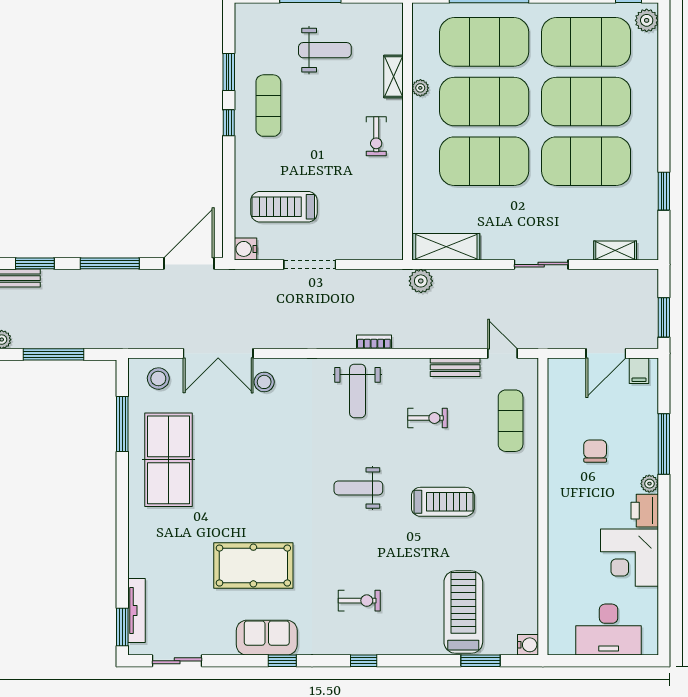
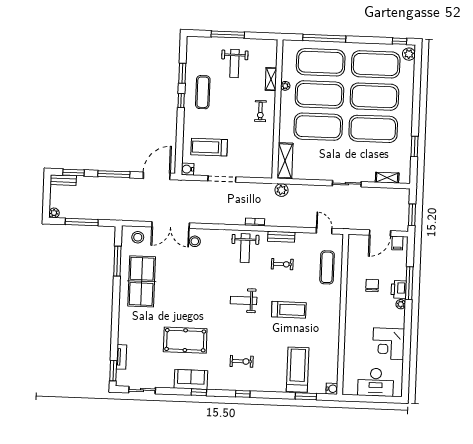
weight bench: (325, 50) -> (235, 63), turned 90
shelving: (446, 247) -> (285, 161), moved, turned 90
bench: (455, 367) -> (281, 237), moved
printer: (645, 511) -> (399, 289), moved
tv unit: (136, 610) -> (121, 357), width x0.71

